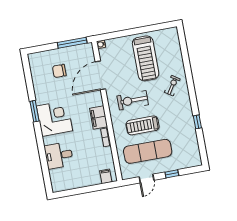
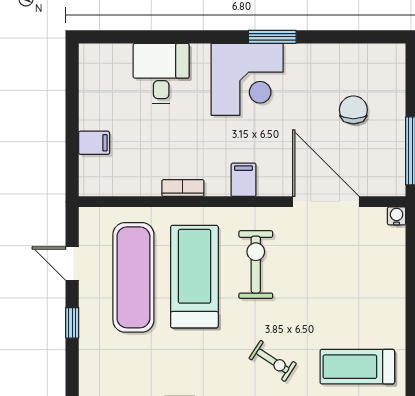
treadmill: (146, 58) -> (357, 367), moved, width x0.73, depth x0.73
filing cabinet: (99, 117) -> (243, 180), width x0.50
treadmill: (143, 125) -> (194, 277), width x1.37, depth x1.38
filing cabinet: (106, 176) -> (94, 143), moved

